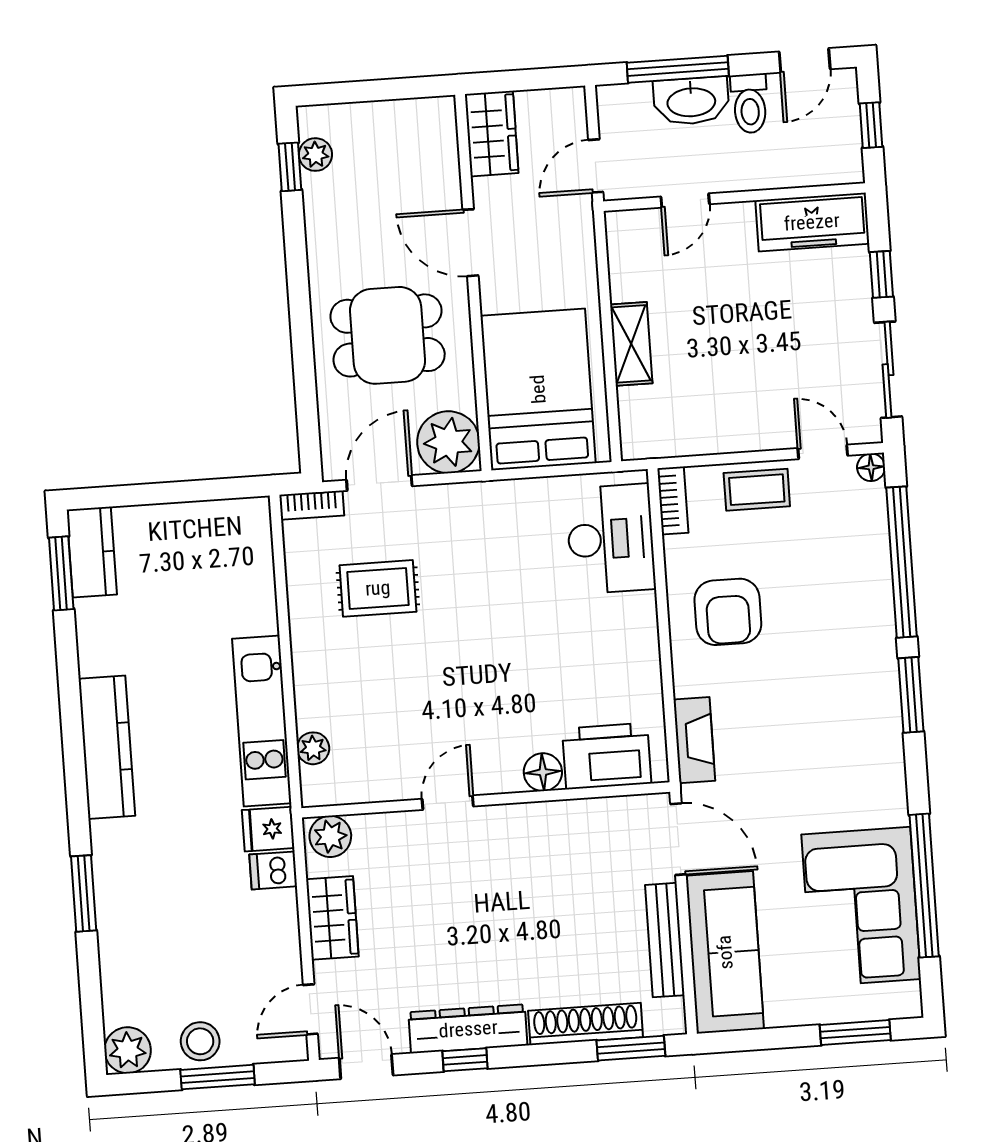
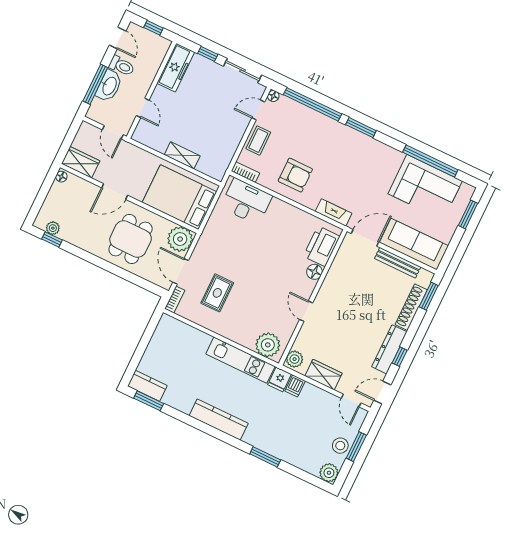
floor lamp: (437, 110) -> (61, 177), added
plant: (313, 748) -> (268, 345), width x1.87, depth x1.87

